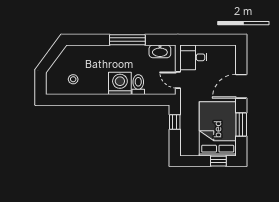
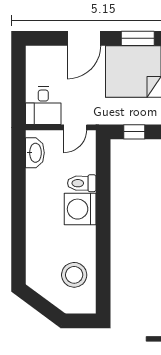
window: (127, 40) -> (18, 198), removed
stool: (73, 79) -> (74, 275), width x1.89, depth x1.89
door: (241, 86) -> (84, 38), hinge flipped

